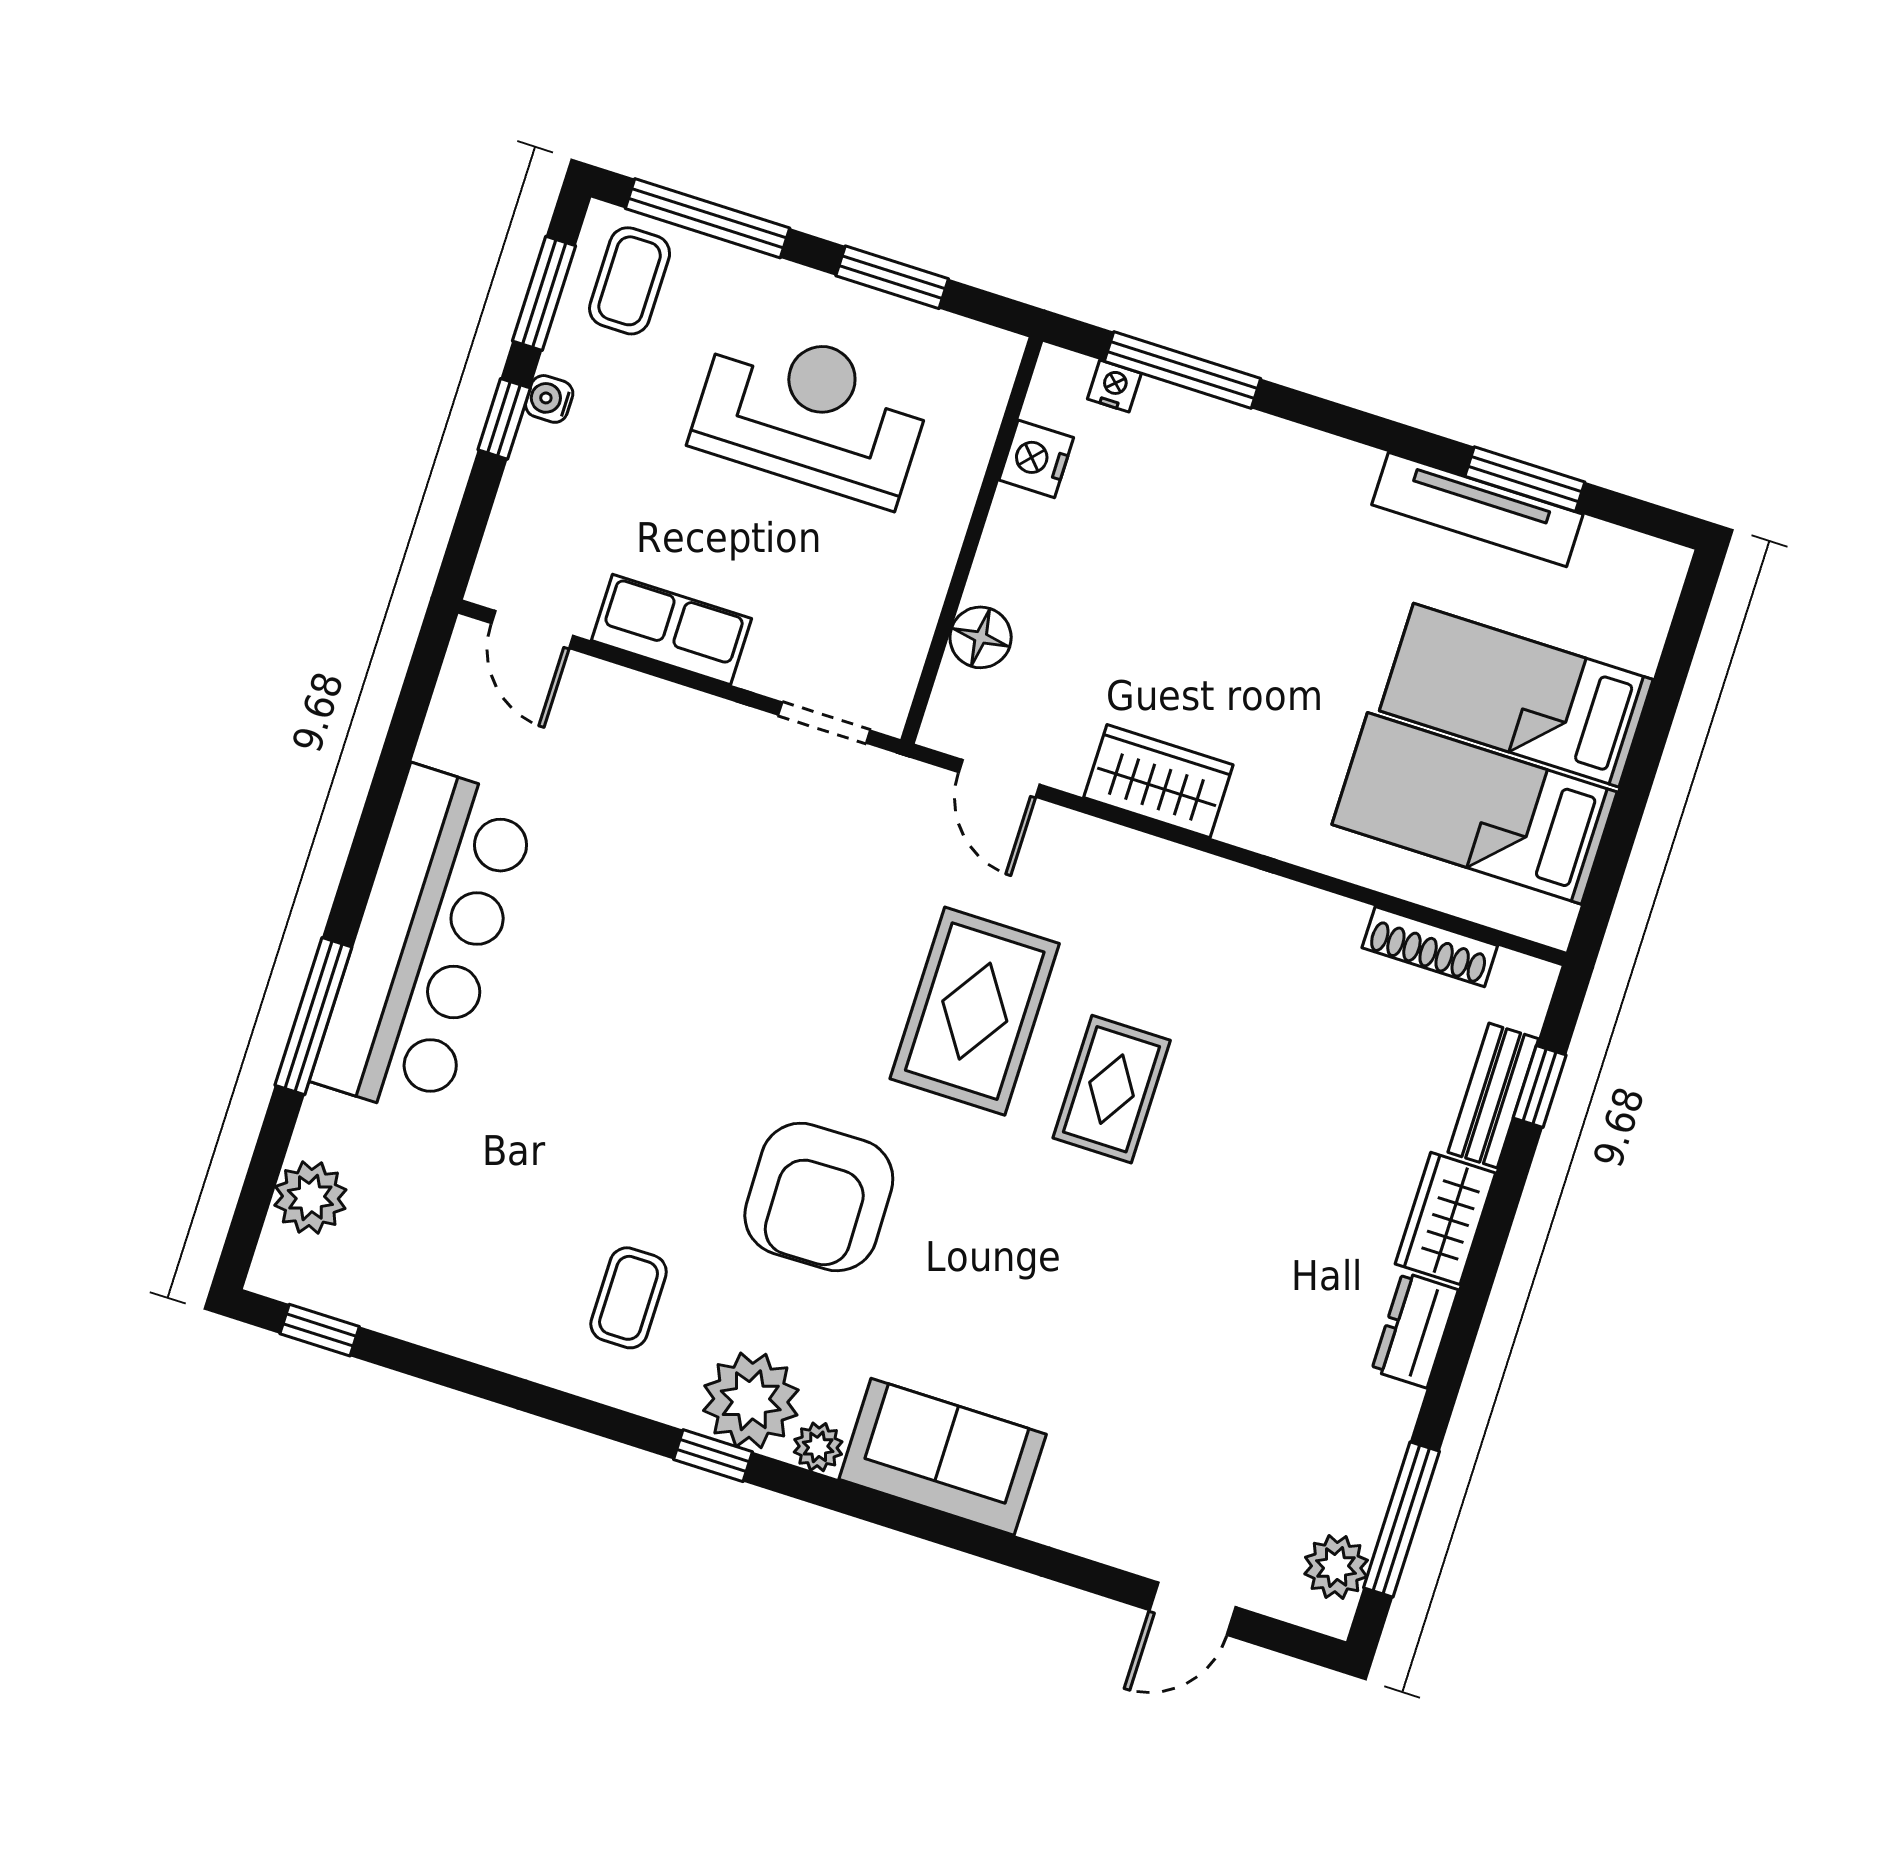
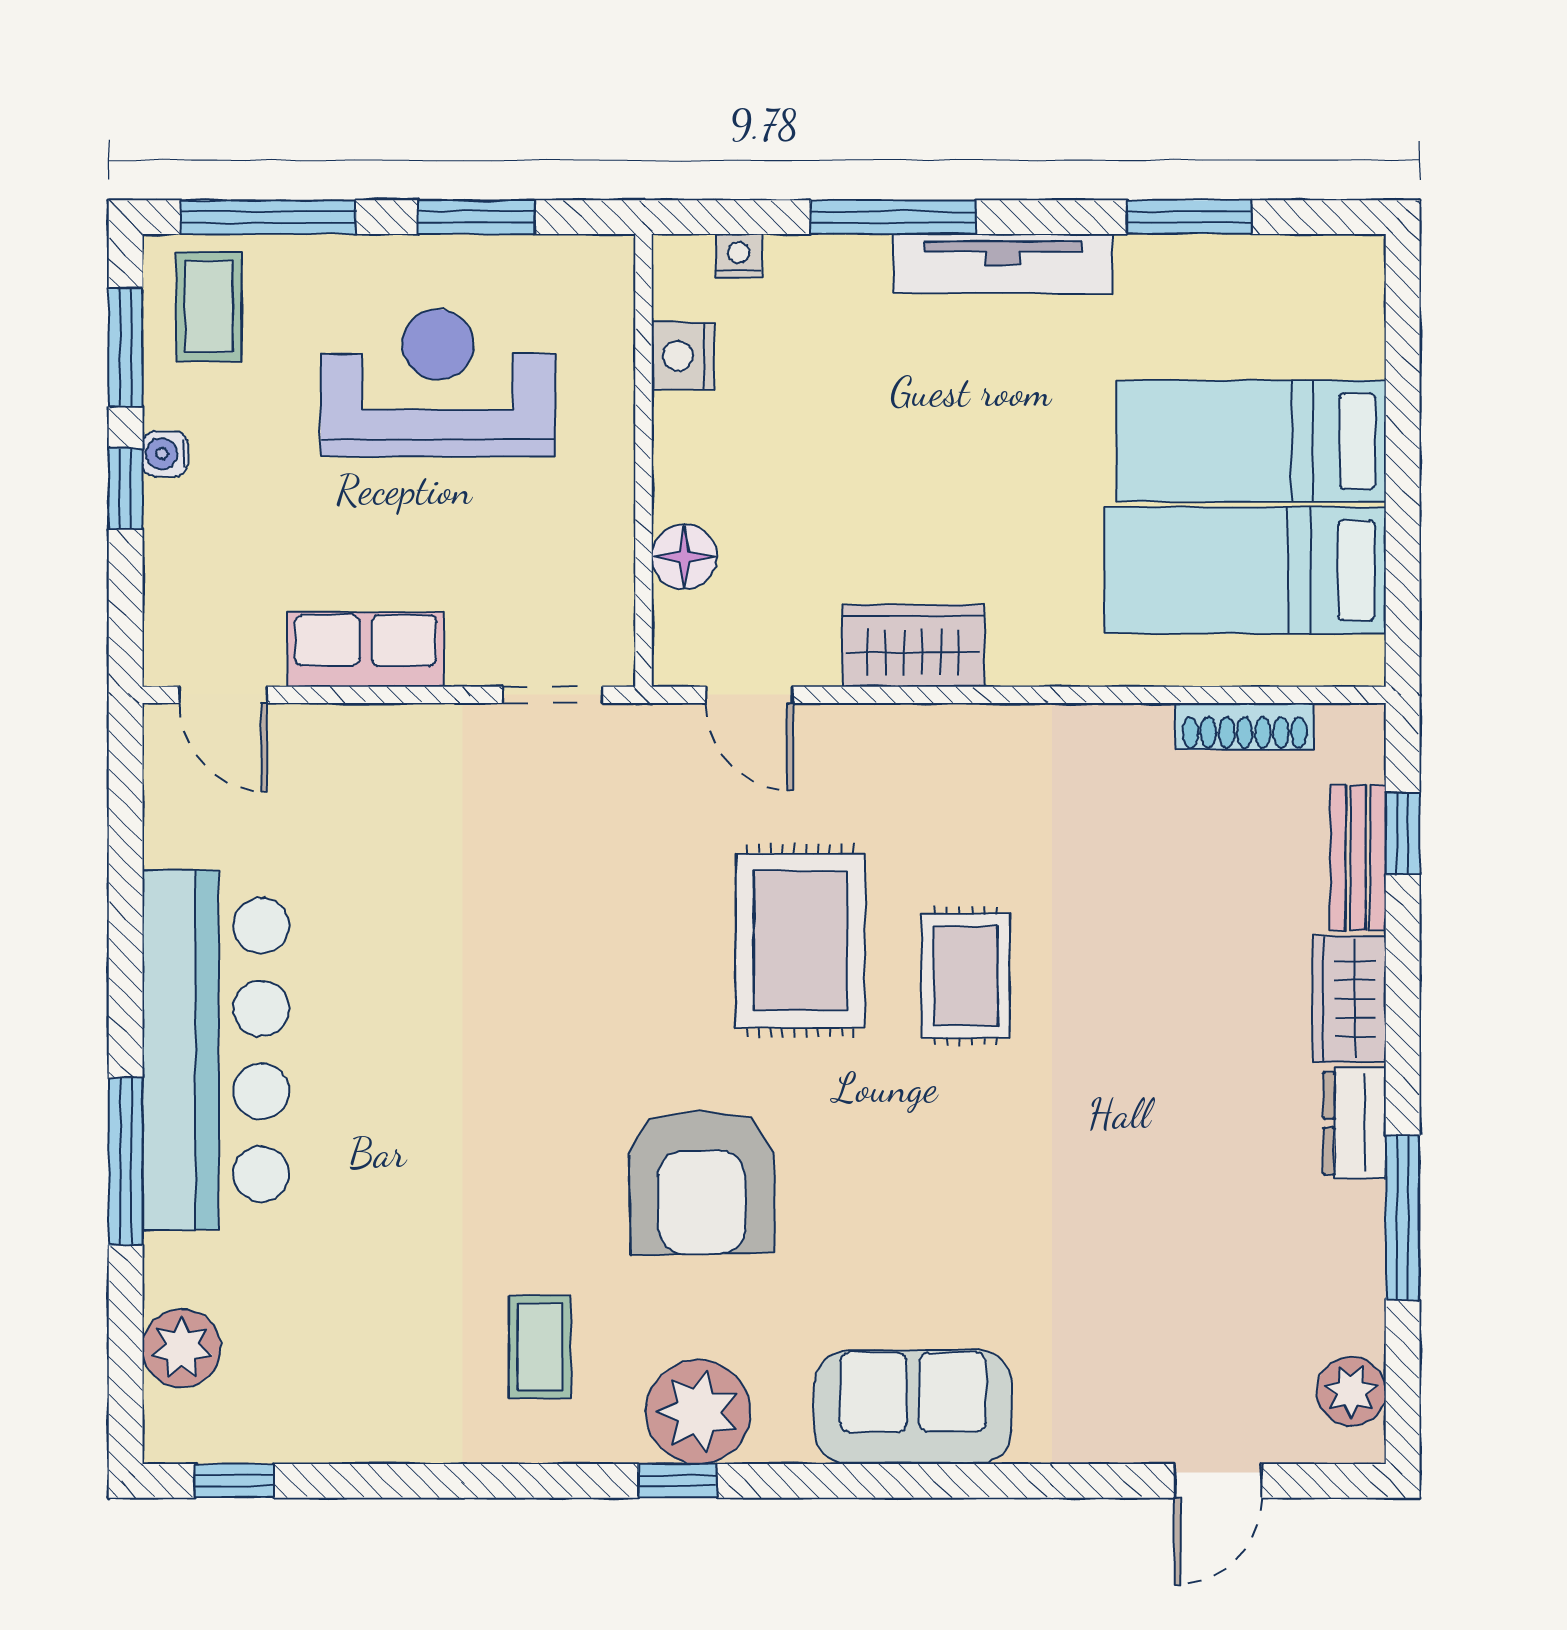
window: (1182, 370) -> (893, 217), moved
tv unit: (1477, 509) -> (1003, 264), moved
plant: (818, 1447) -> (782, 1438), removed
window: (1401, 1519) -> (1403, 1218), moved

